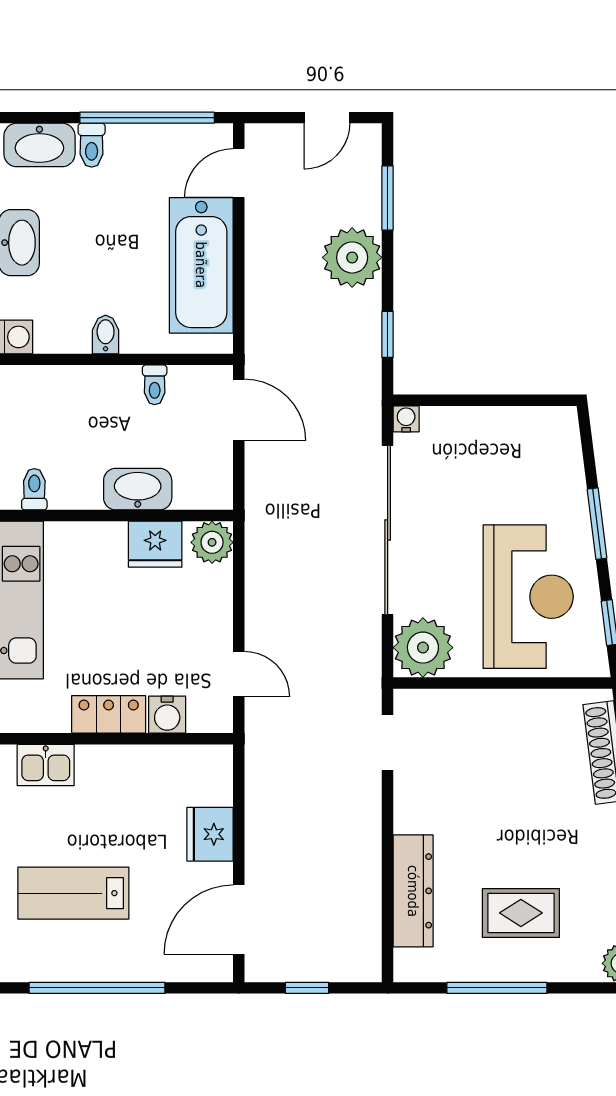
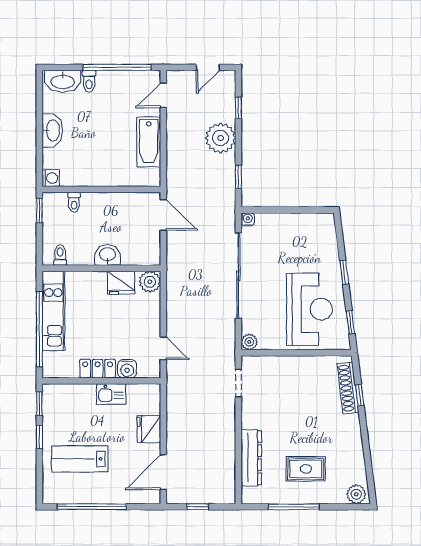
window: (388, 198) -> (238, 108), width x0.67
bathtub: (201, 265) -> (149, 142), width x0.73, depth x0.73
bidet: (106, 334) -> (96, 177), removed
toilet: (155, 385) -> (74, 202), moved
washbasin: (138, 489) -> (107, 255), width x0.72
window: (597, 524) -> (344, 272), width x0.67
plant: (423, 648) -> (249, 342), width x0.53, depth x0.53
kitchen sink: (46, 765) -> (111, 394), moved

